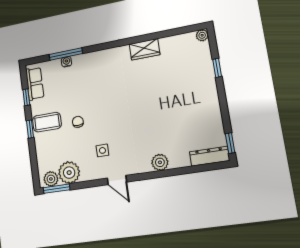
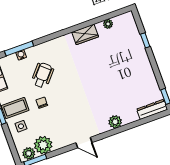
plant: (202, 35) -> (108, 24), moved
wheelchair: (85, 90) -> (42, 75), added
side table: (102, 150) -> (21, 126), moved

